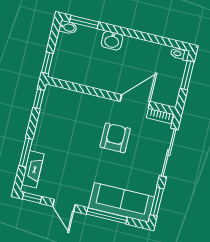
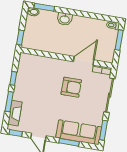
window: (39, 99) -> (13, 78), moved
armchair: (115, 138) -> (71, 87), turned 90
window: (107, 216) -> (69, 142), width x0.69

